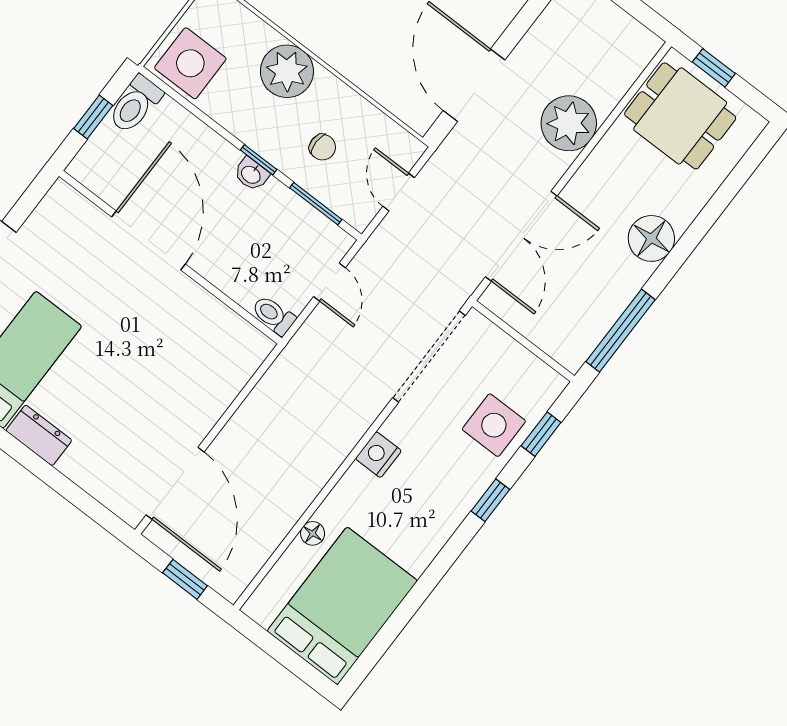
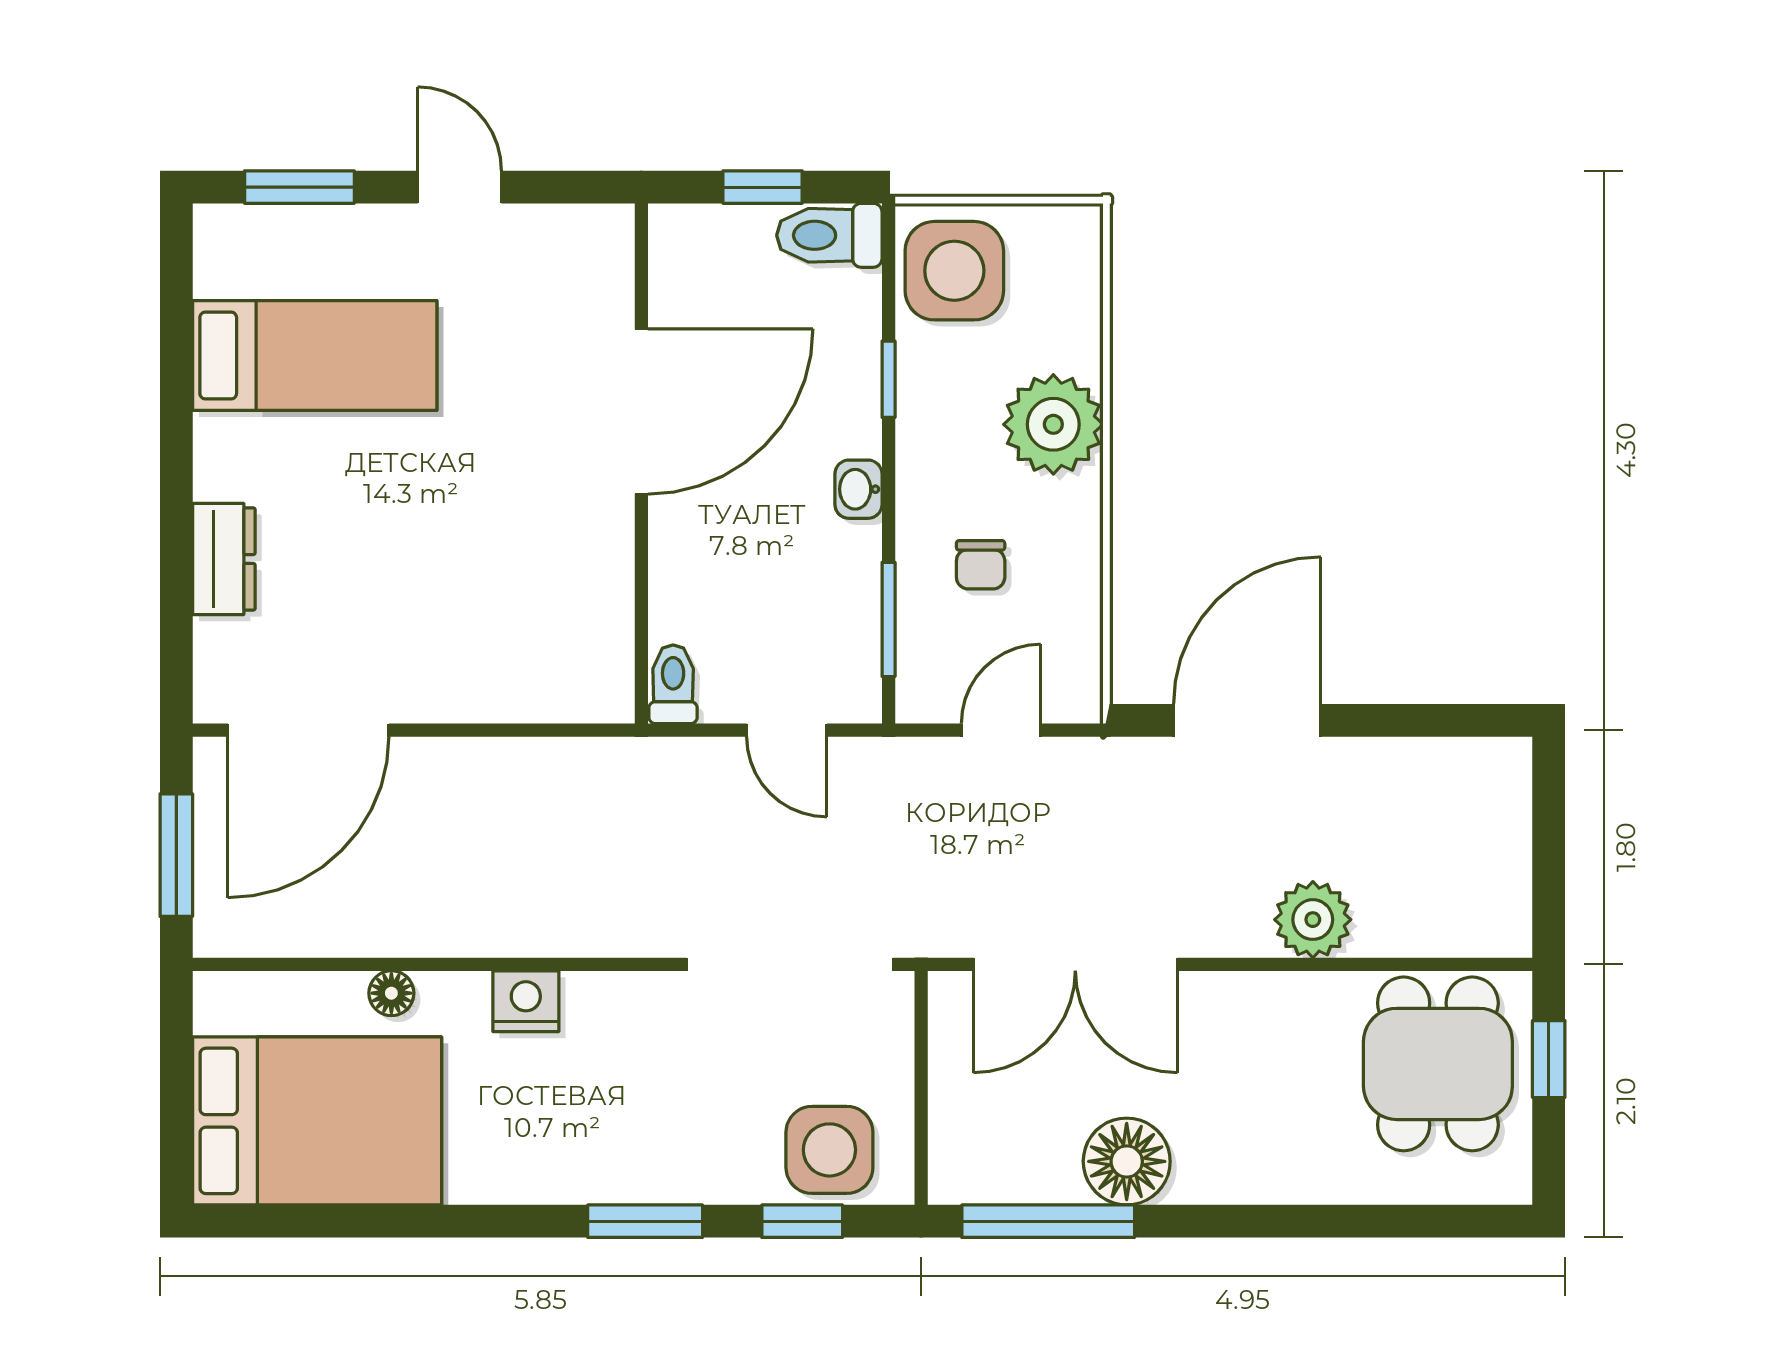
plant: (569, 123) -> (1313, 920), width x0.73, depth x0.73
window: (259, 160) -> (889, 379), moved
floor lamp: (651, 238) -> (1127, 1161), moved
door: (330, 282) -> (787, 730), hinge flipped
side table: (494, 425) -> (829, 1150), moved
dresser: (39, 435) -> (224, 559), moved
nightstand: (378, 455) -> (526, 1001), moved
window: (490, 500) -> (645, 1221), width x1.50
window: (185, 579) -> (176, 855), width x1.50

